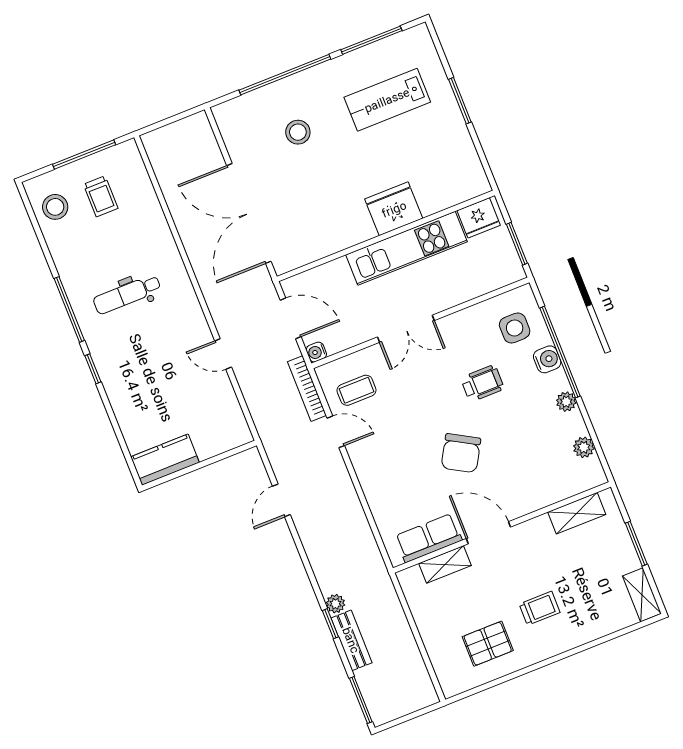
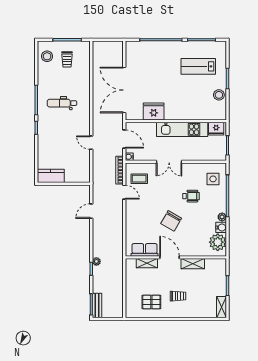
stool: (298, 132) -> (219, 95), moved
fridge: (394, 209) -> (154, 111), moved
water cooler: (547, 359) -> (221, 227), moved
plant: (584, 447) -> (218, 242), width x1.88, depth x1.88
shelving: (577, 513) -> (193, 264), moved
bench: (351, 640) -> (97, 305), moved

